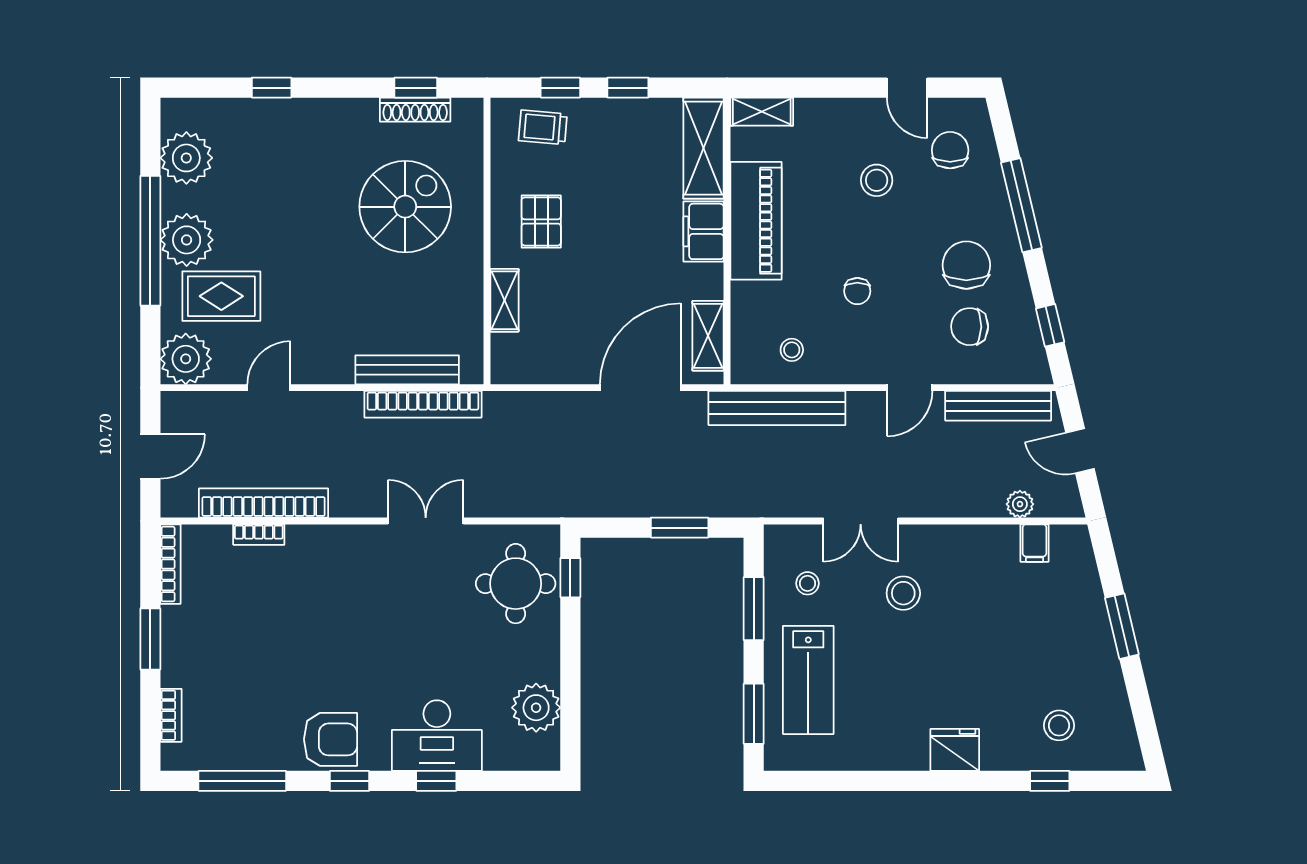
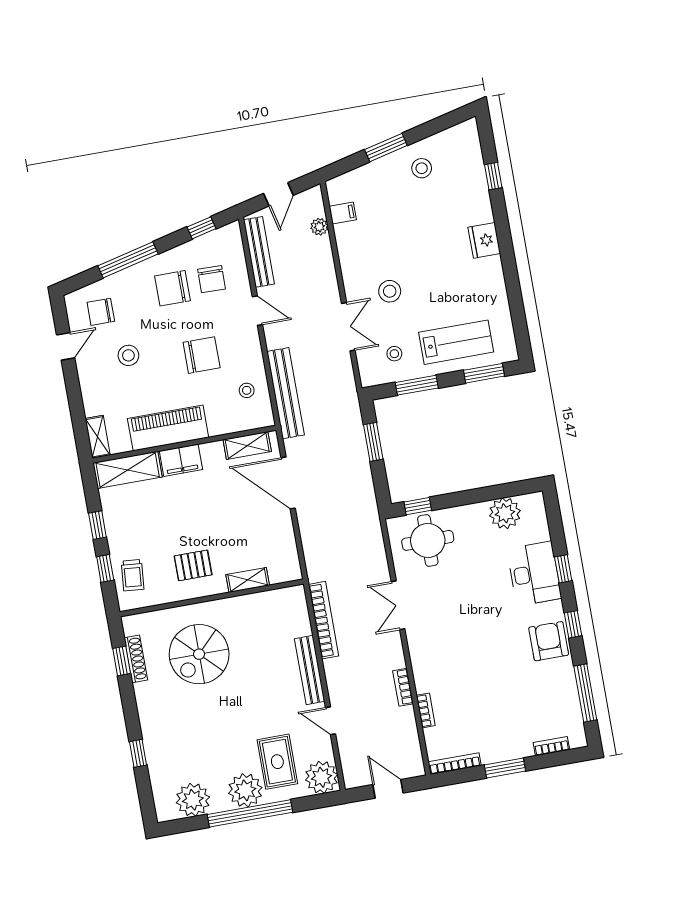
spiral stairs: (405, 207) -> (199, 654), turned -90
chair: (857, 291) -> (202, 355), width x1.87, depth x1.87
bench: (407, 370) -> (310, 670), moved
bookcase: (264, 503) -> (403, 687), width x0.43, depth x0.76
stool: (1059, 725) -> (422, 168), moved

